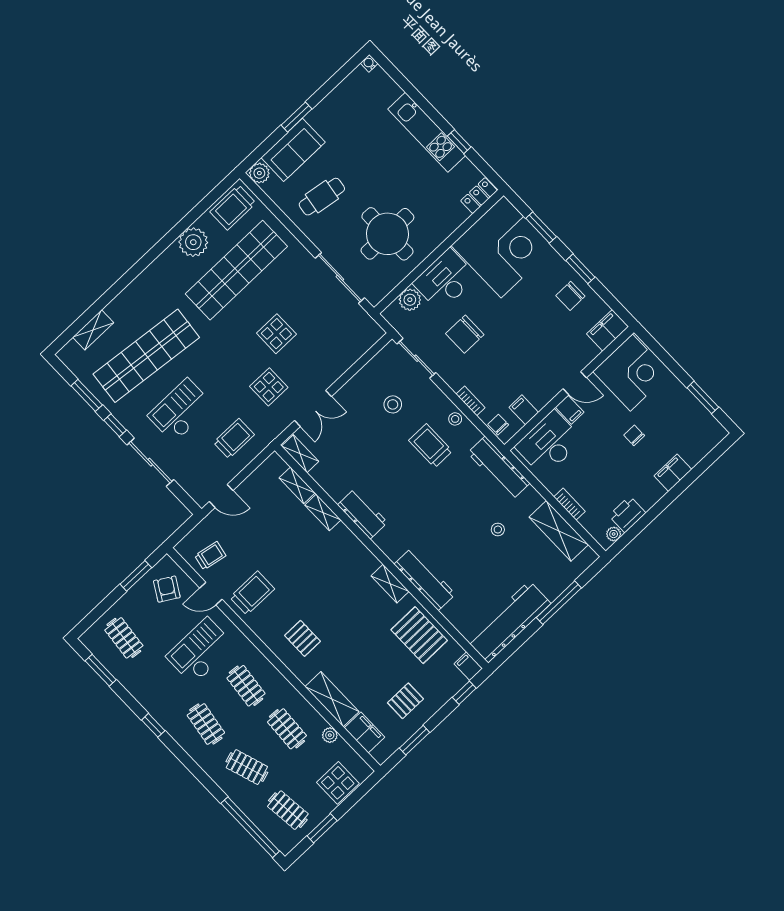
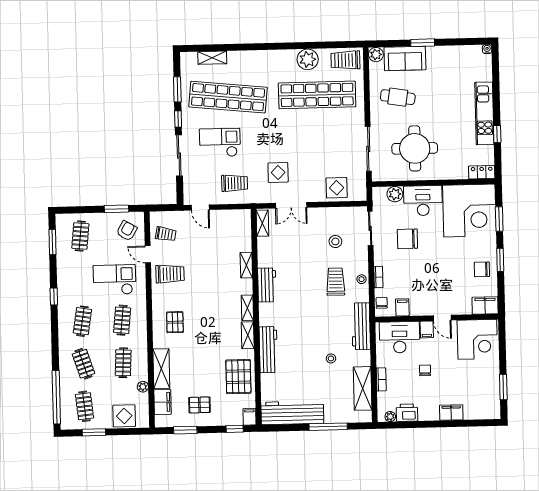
display table: (276, 334) -> (337, 188), moved
chair: (634, 435) -> (425, 370), moved
shelving: (297, 485) -> (247, 308), moved

